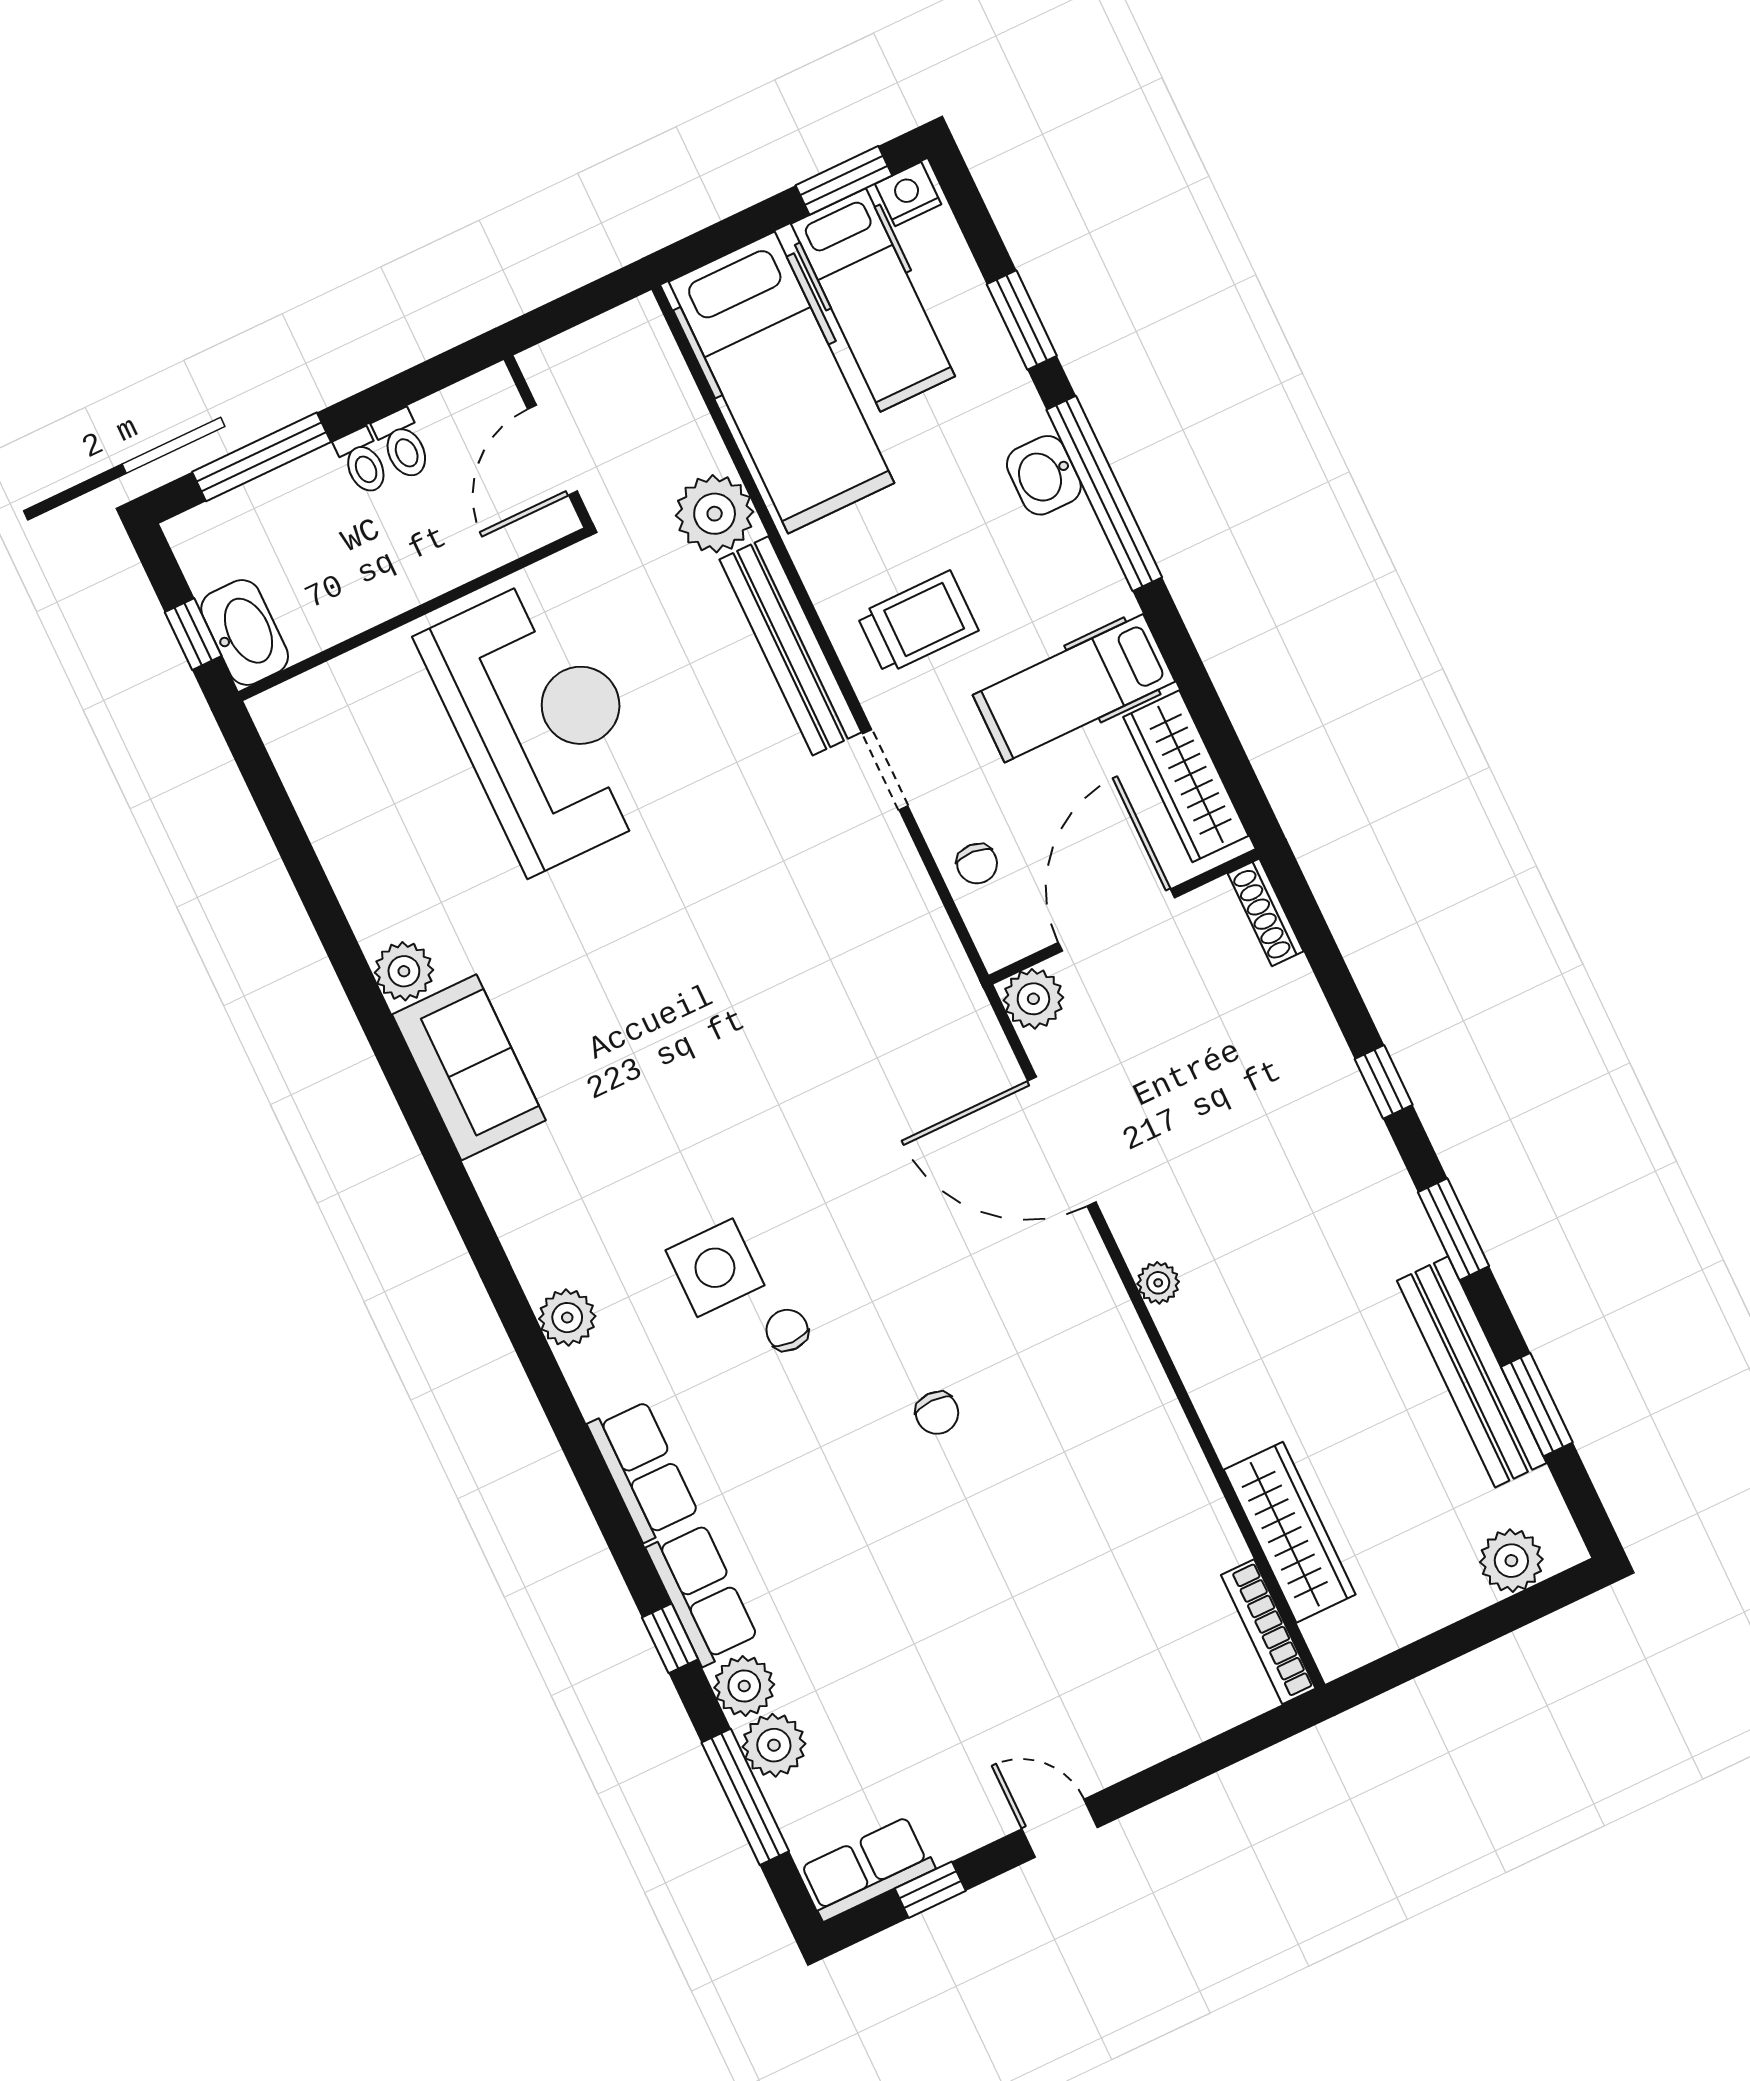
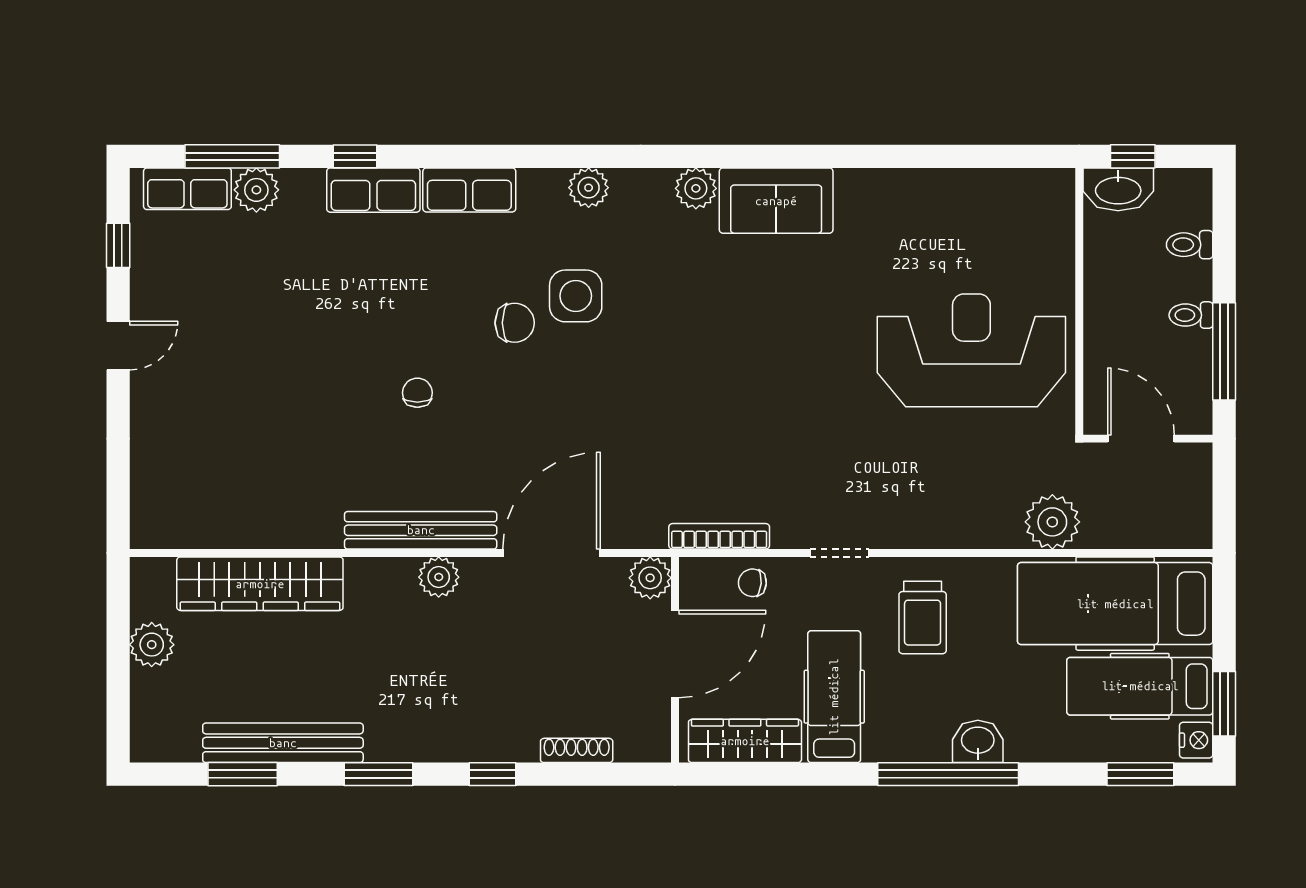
window: (1022, 320) -> (1140, 774), moved
toilet: (403, 445) -> (1190, 245), moved
window: (261, 457) -> (1224, 351), moved
bench: (791, 646) -> (421, 530), moved
reception desk: (543, 723) -> (971, 350), turned 180
shoe rack: (1266, 912) -> (577, 750), moved
door: (1117, 920) -> (675, 654), hinge flipped
plant: (404, 971) -> (696, 188), moved
plant: (1158, 1283) -> (439, 577), width x1.38, depth x1.38
chair: (787, 1330) -> (515, 323), width x1.37, depth x1.37
chair: (937, 1413) -> (417, 393), turned 90
wardrobe: (1290, 1532) -> (260, 584), width x1.40, depth x1.17
plant: (1511, 1561) -> (152, 645), moved
bookcase: (1268, 1632) -> (719, 536), moved
plant: (744, 1686) -> (303, 189), removed
row of seats: (867, 1869) -> (187, 189), moved, turned 90

